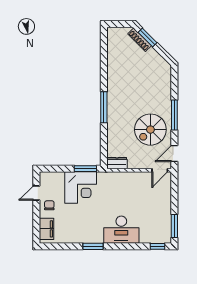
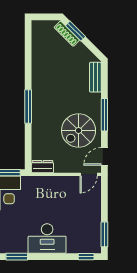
bench: (166, 80) -> (95, 77), added

